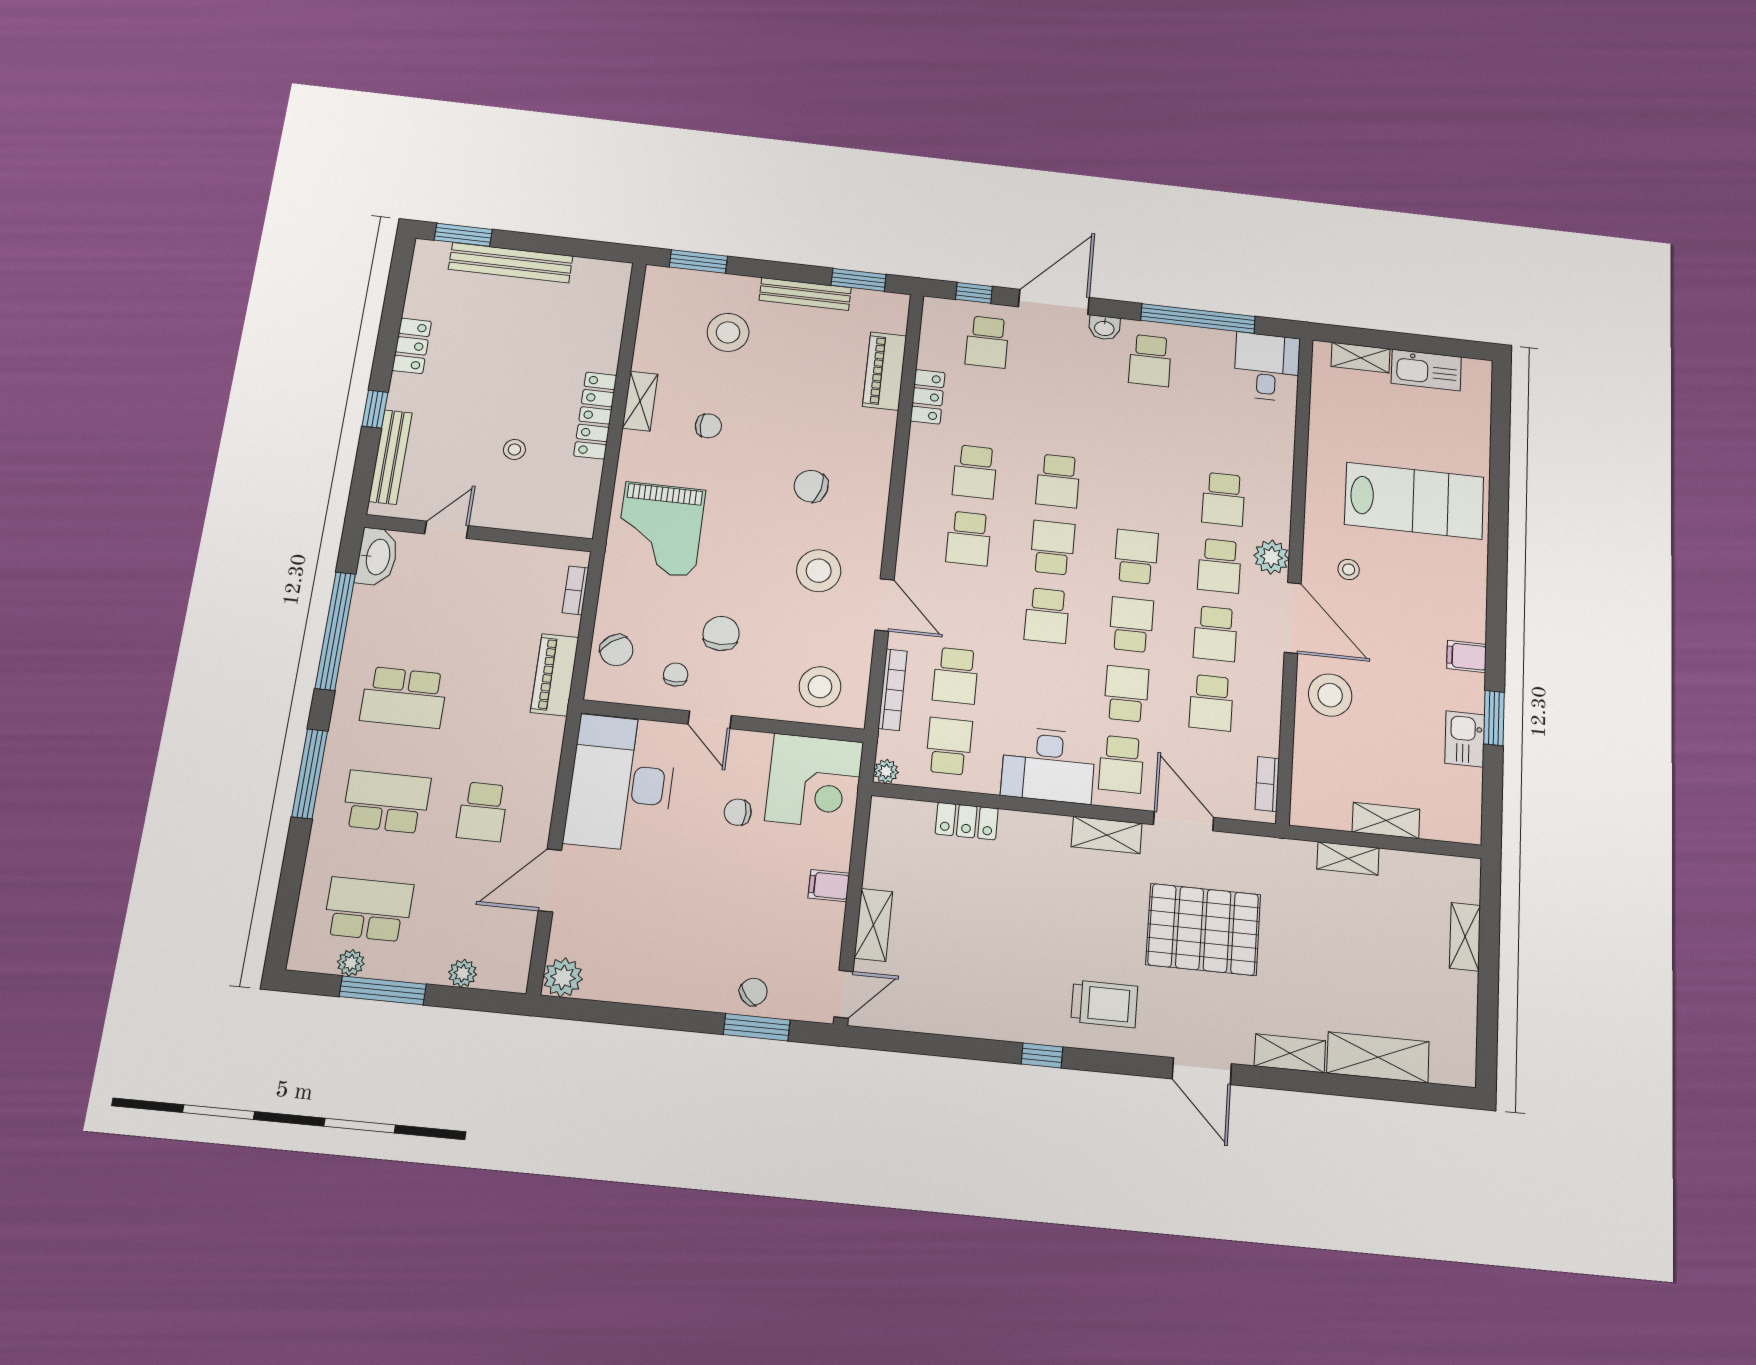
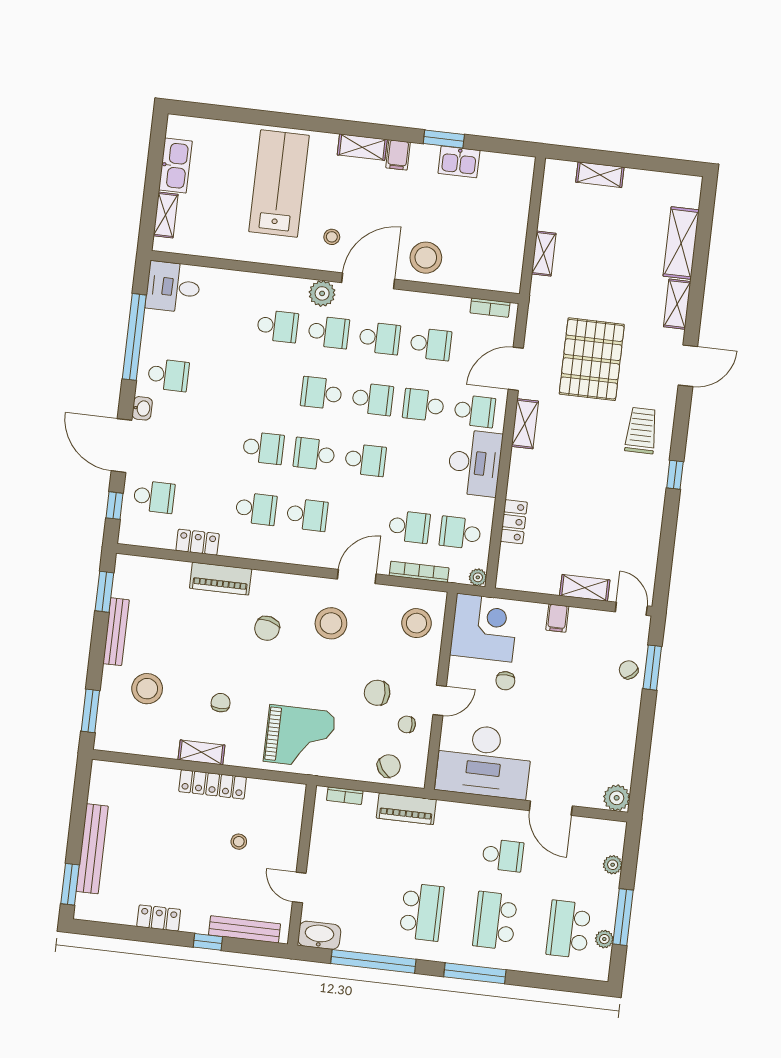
piano: (885, 371) -> (221, 579), moved
school desk: (1131, 625) -> (372, 399), turned 180
shelving: (1386, 821) -> (362, 147), moved, turned 90

